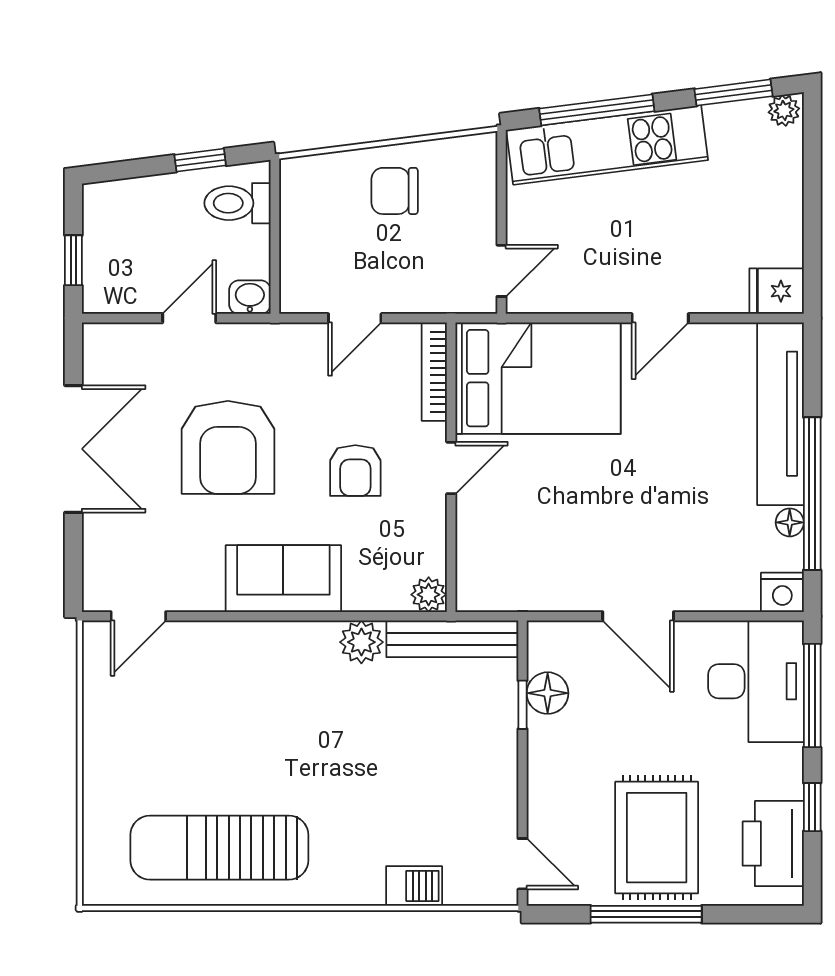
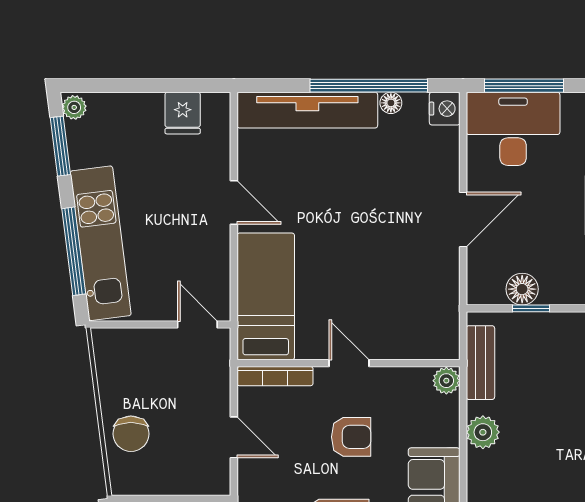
chair: (395, 191) -> (131, 434), moved
fridge: (777, 291) -> (183, 113), moved
bed: (538, 378) -> (266, 296), width x0.67
bench: (452, 639) -> (480, 363), width x0.73

